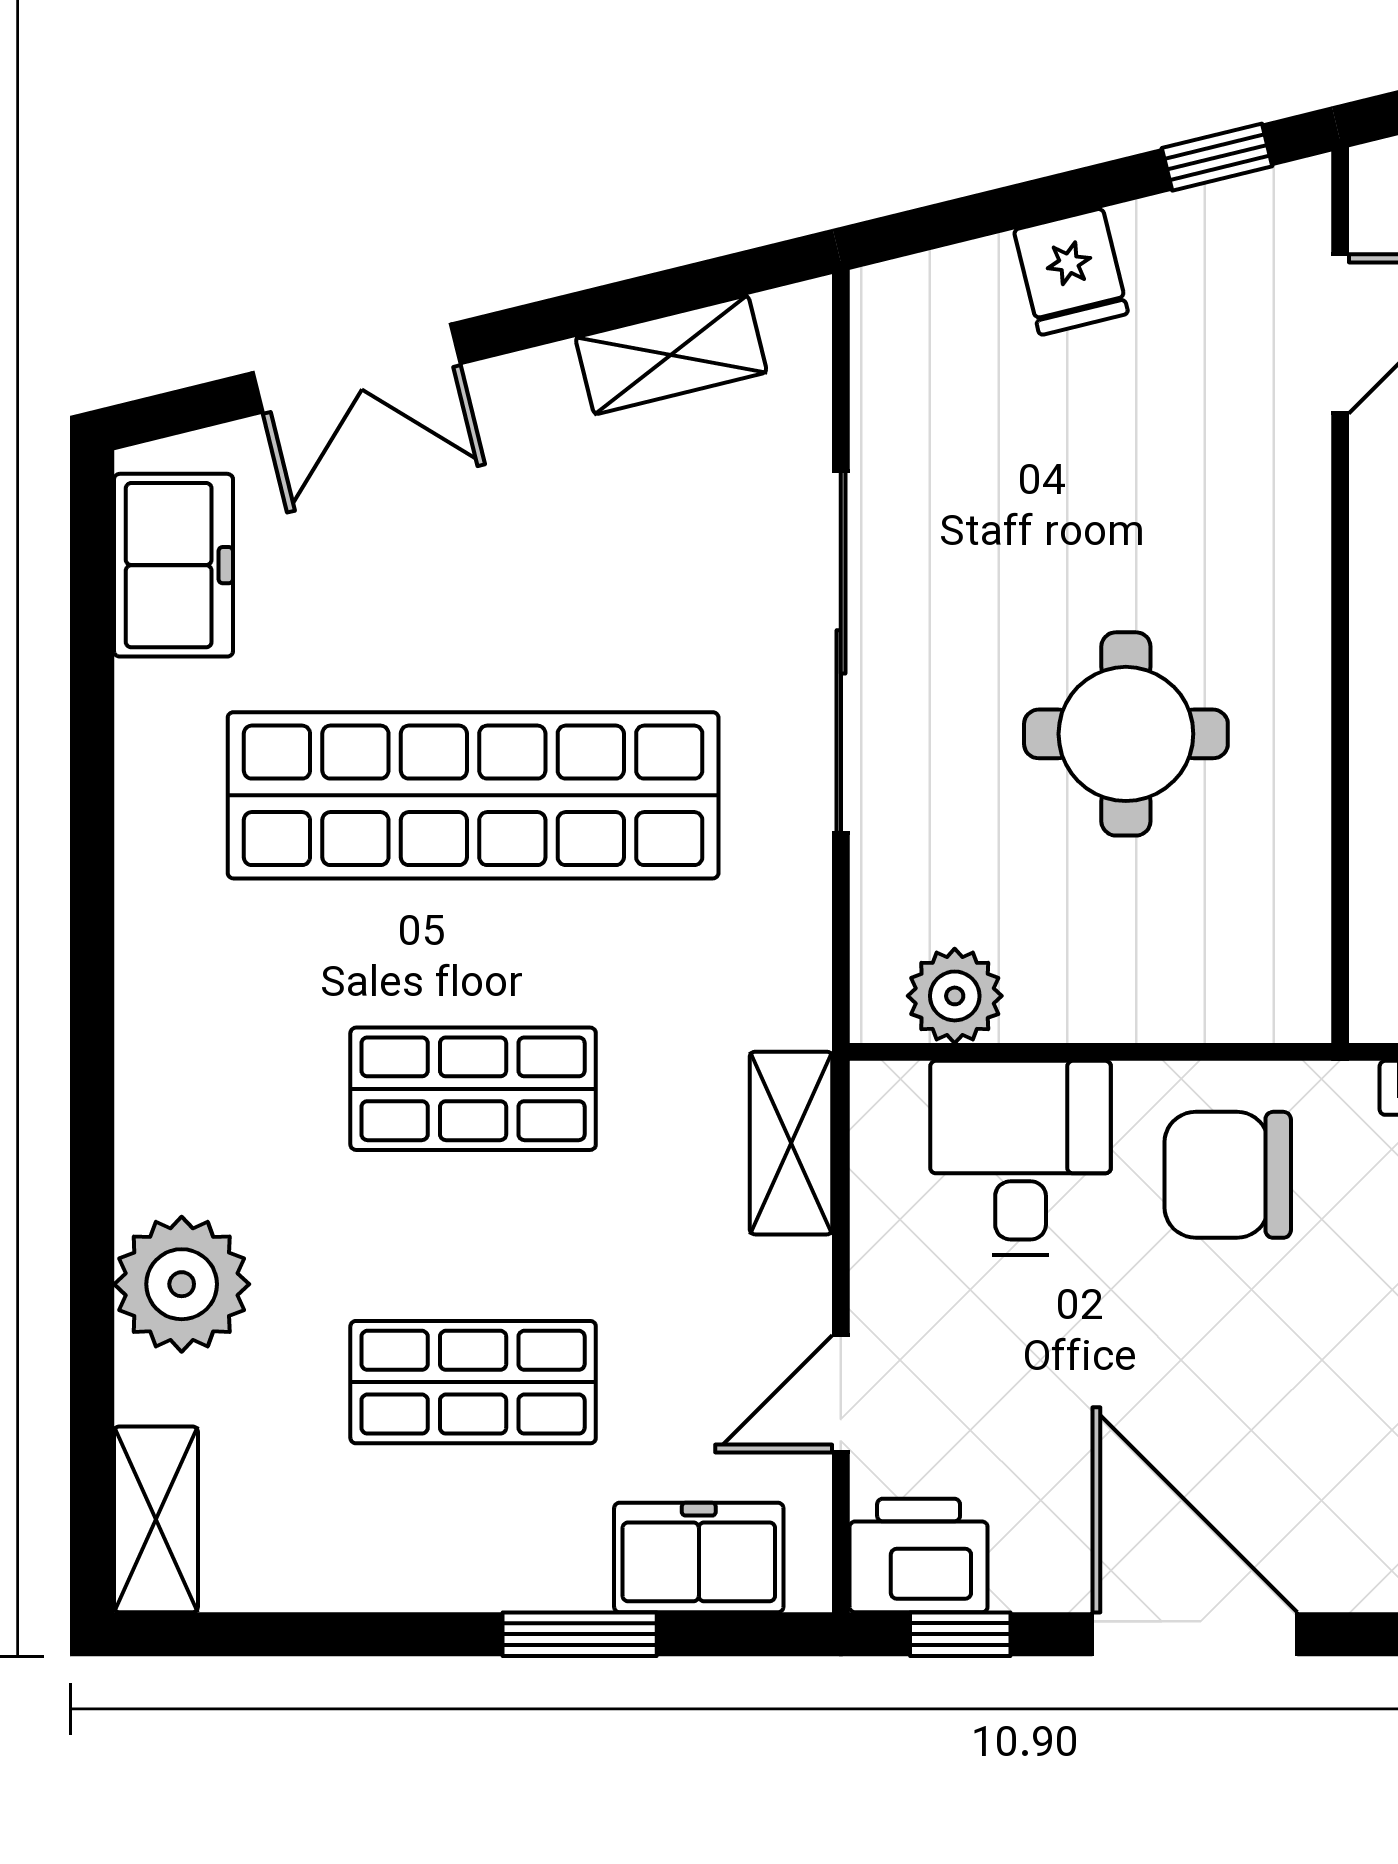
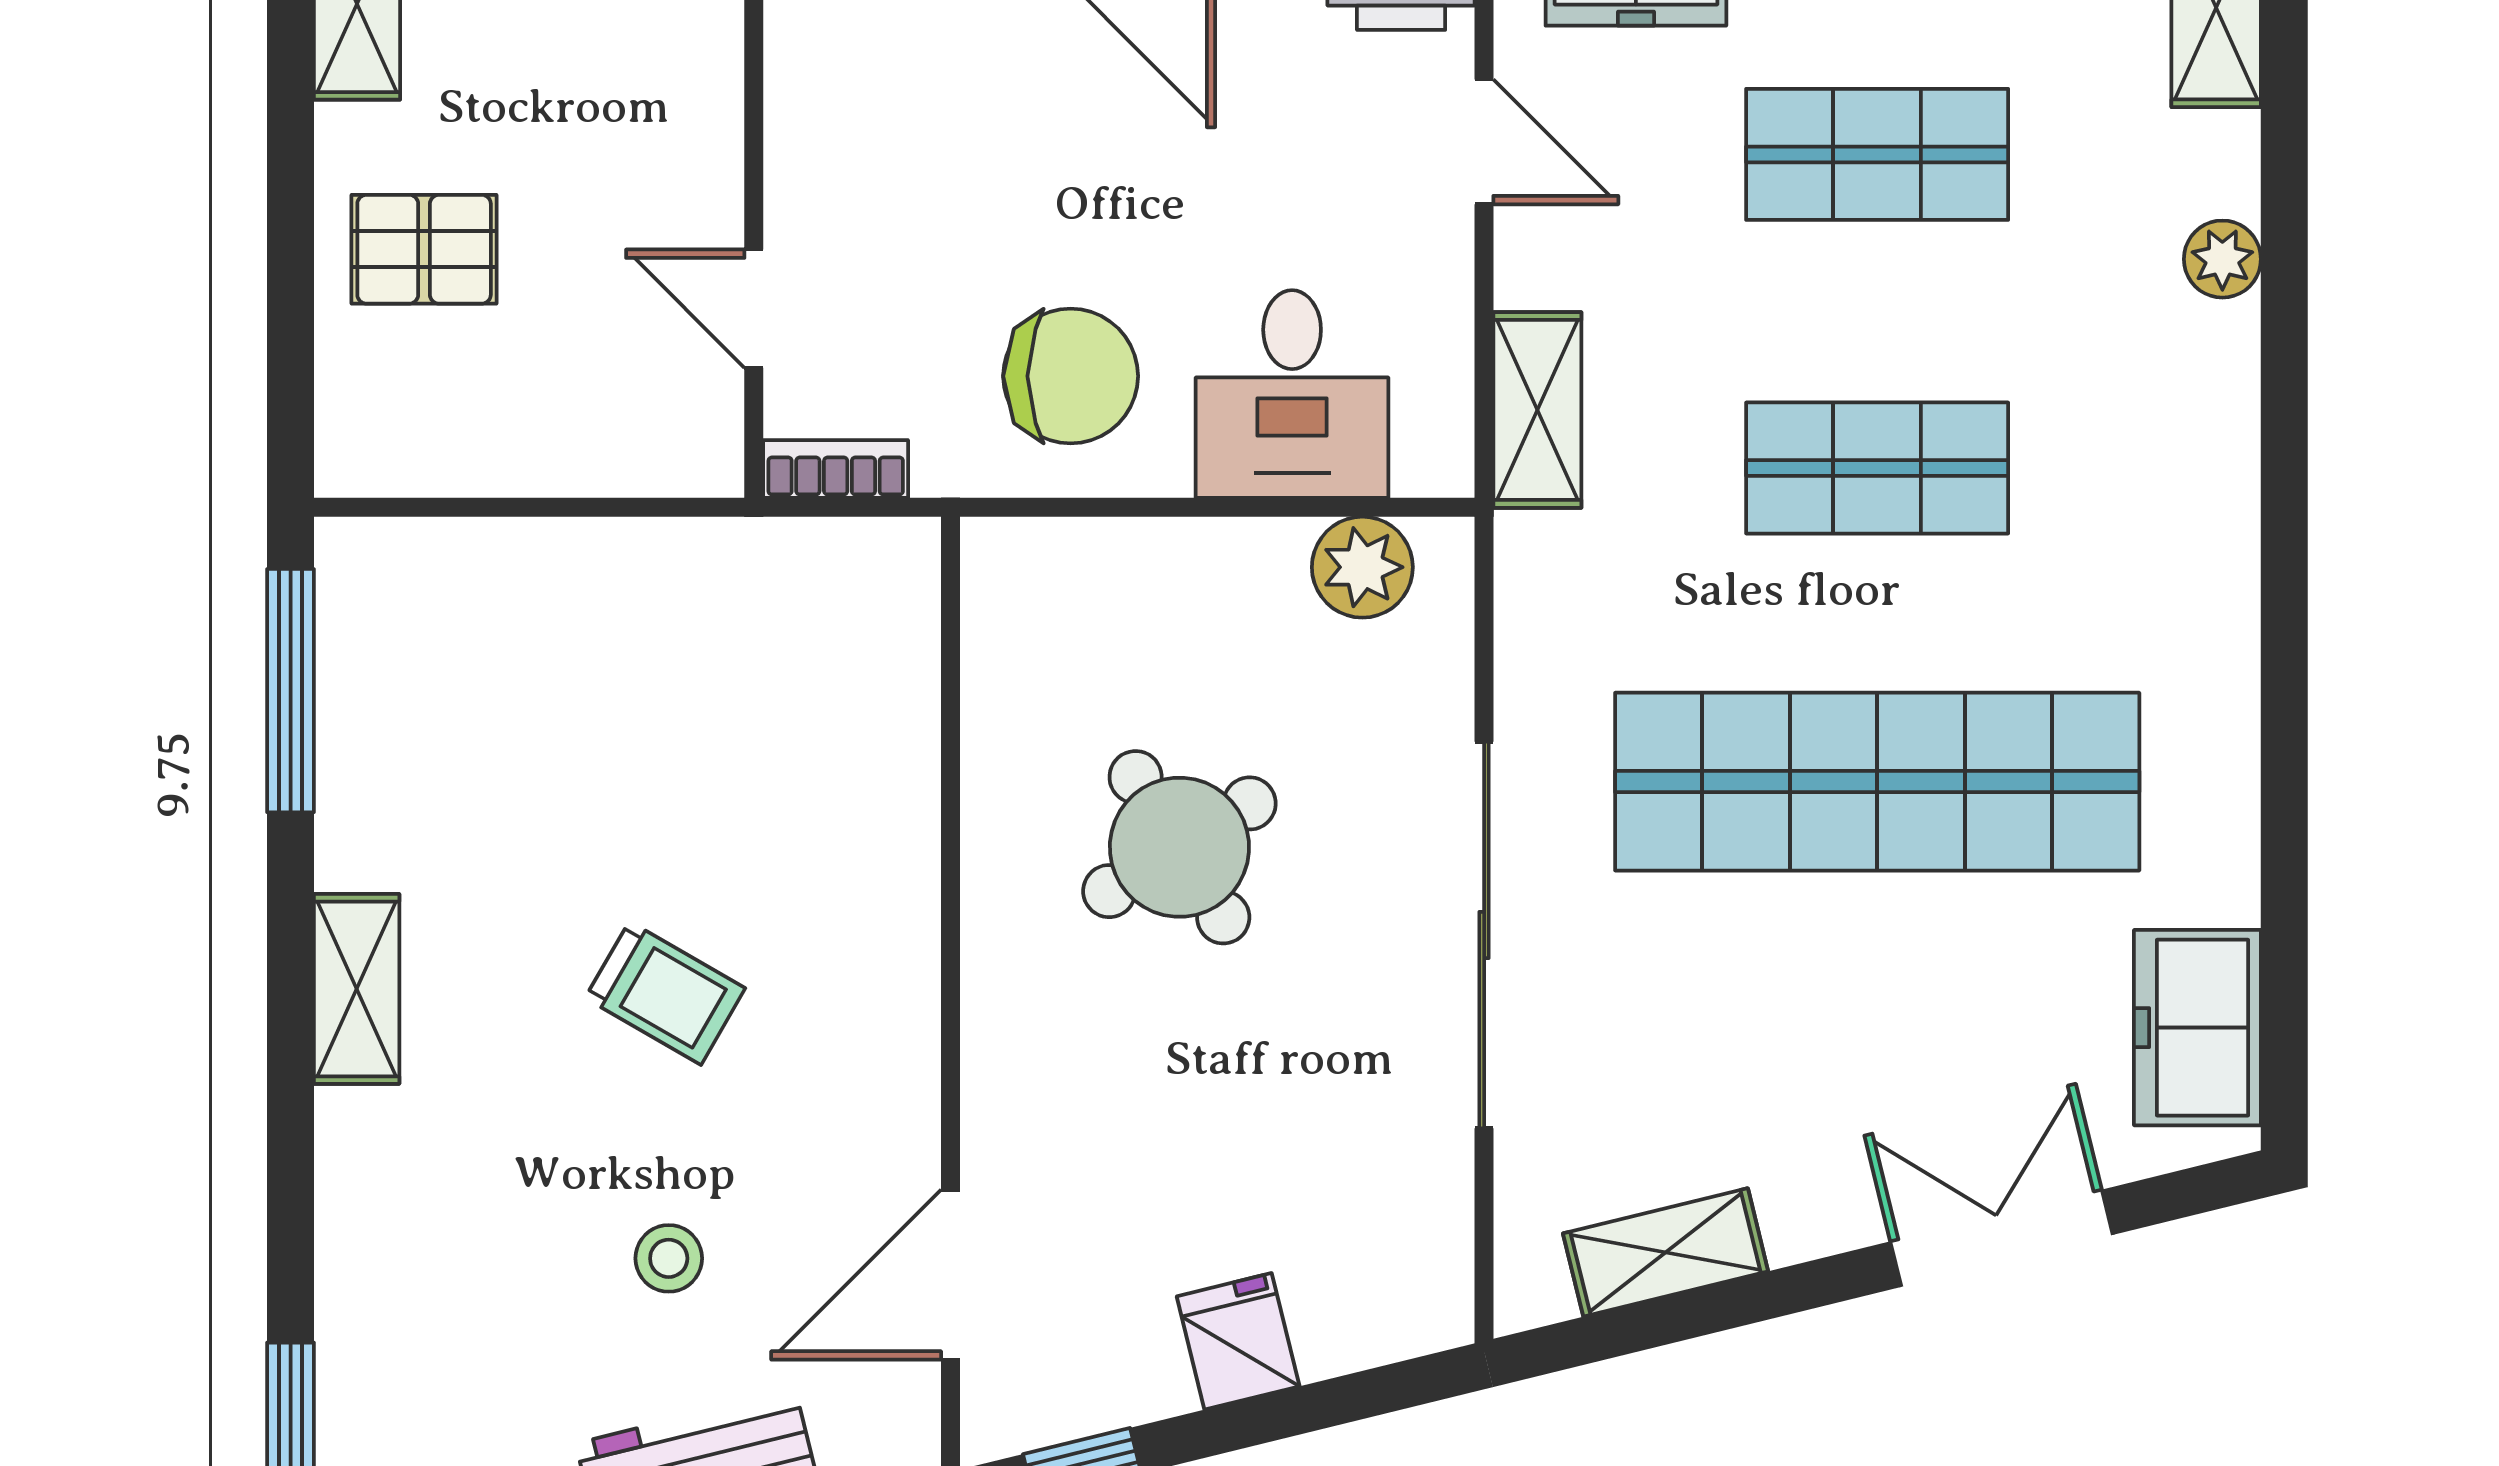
round table: (1126, 734) -> (1179, 847), turned -32
plant: (182, 1284) -> (2222, 259), width x0.53, depth x0.53
door: (841, 1394) -> (1484, 142), hinge flipped

